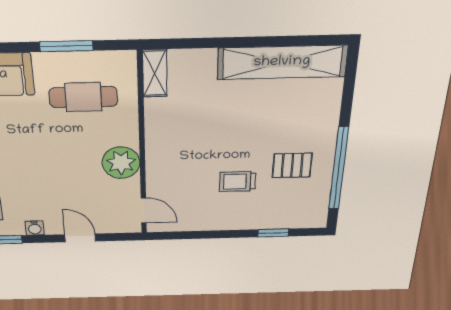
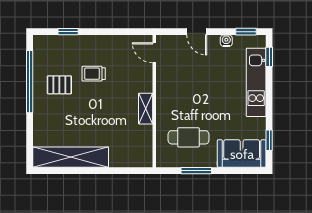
shelving: (155, 73) -> (146, 109), moved
plant: (121, 163) -> (168, 90), removed
trolley: (237, 181) -> (94, 74), turned 180

